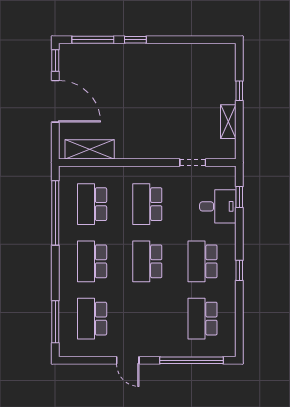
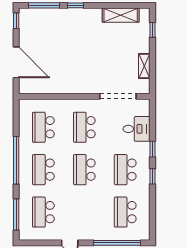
window: (239, 91) -> (152, 30), moved
door: (55, 101) -> (16, 62), moved
shelving: (90, 149) -> (121, 15), moved
doorway: (193, 163) -> (118, 96), width x1.88
window: (239, 197) -> (152, 149), moved
window: (55, 213) -> (16, 160), moved

